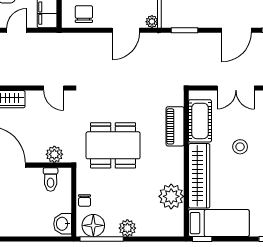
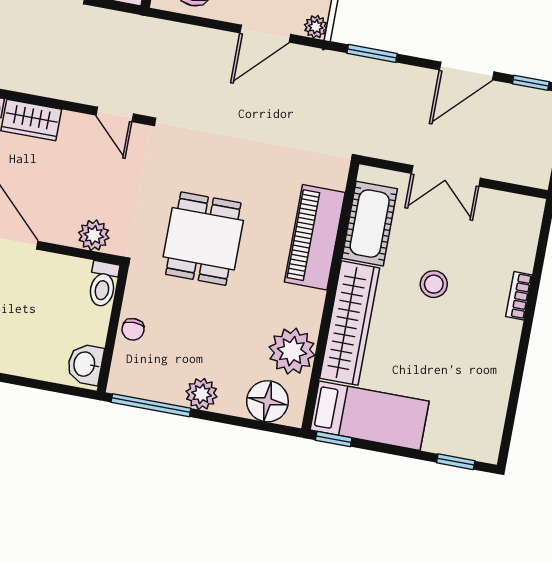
piano: (175, 126) -> (315, 237), width x1.37, depth x1.33
dining table: (113, 145) -> (203, 239), width x0.73
toilet: (51, 179) -> (103, 284), moved
floor lamp: (93, 225) -> (267, 401), moved

